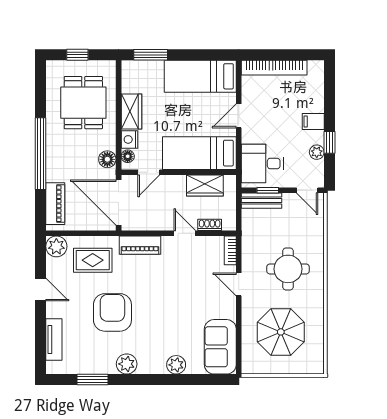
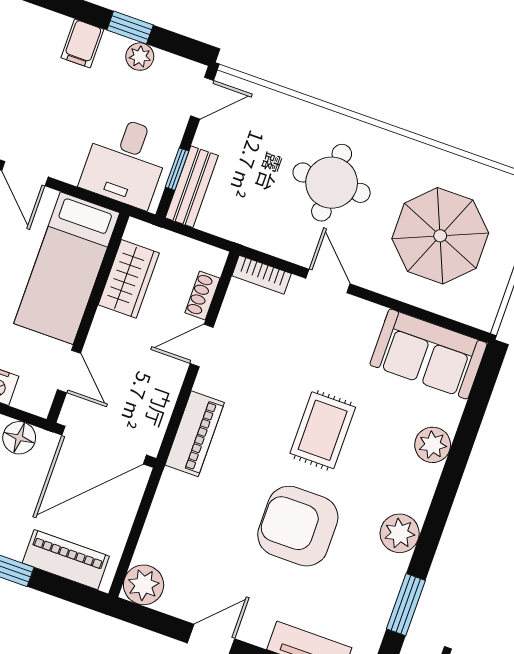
floor lamp: (128, 156) -> (27, 399), removed
rug: (93, 260) -> (323, 430), moved
door: (239, 284) -> (328, 281), swing flipped

